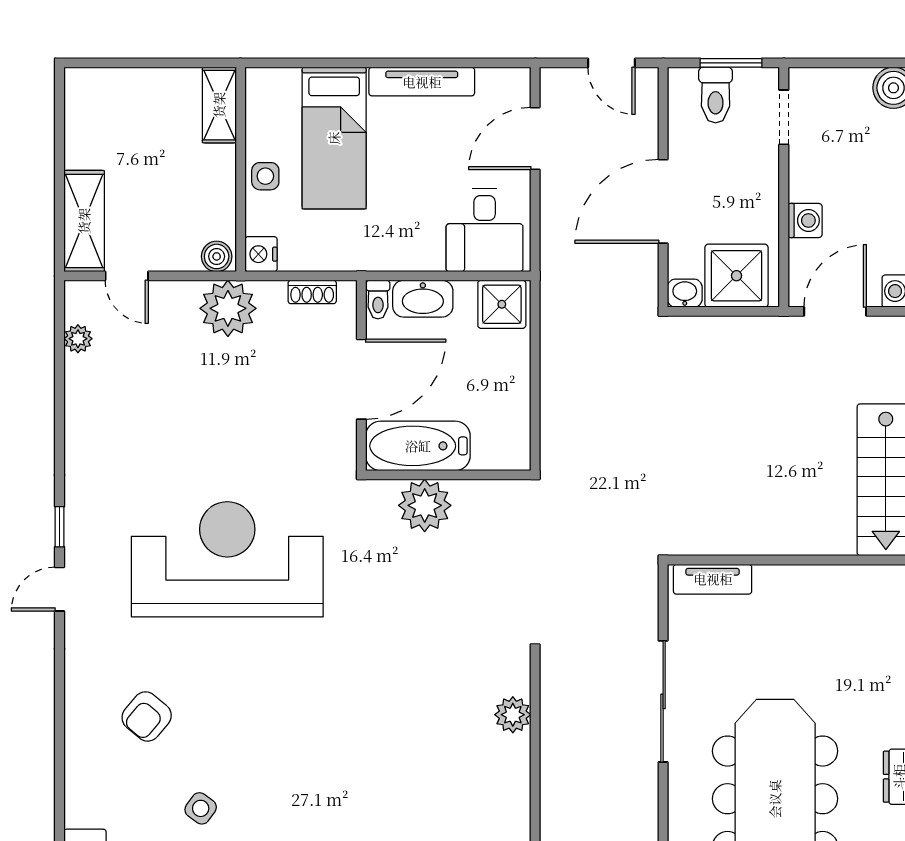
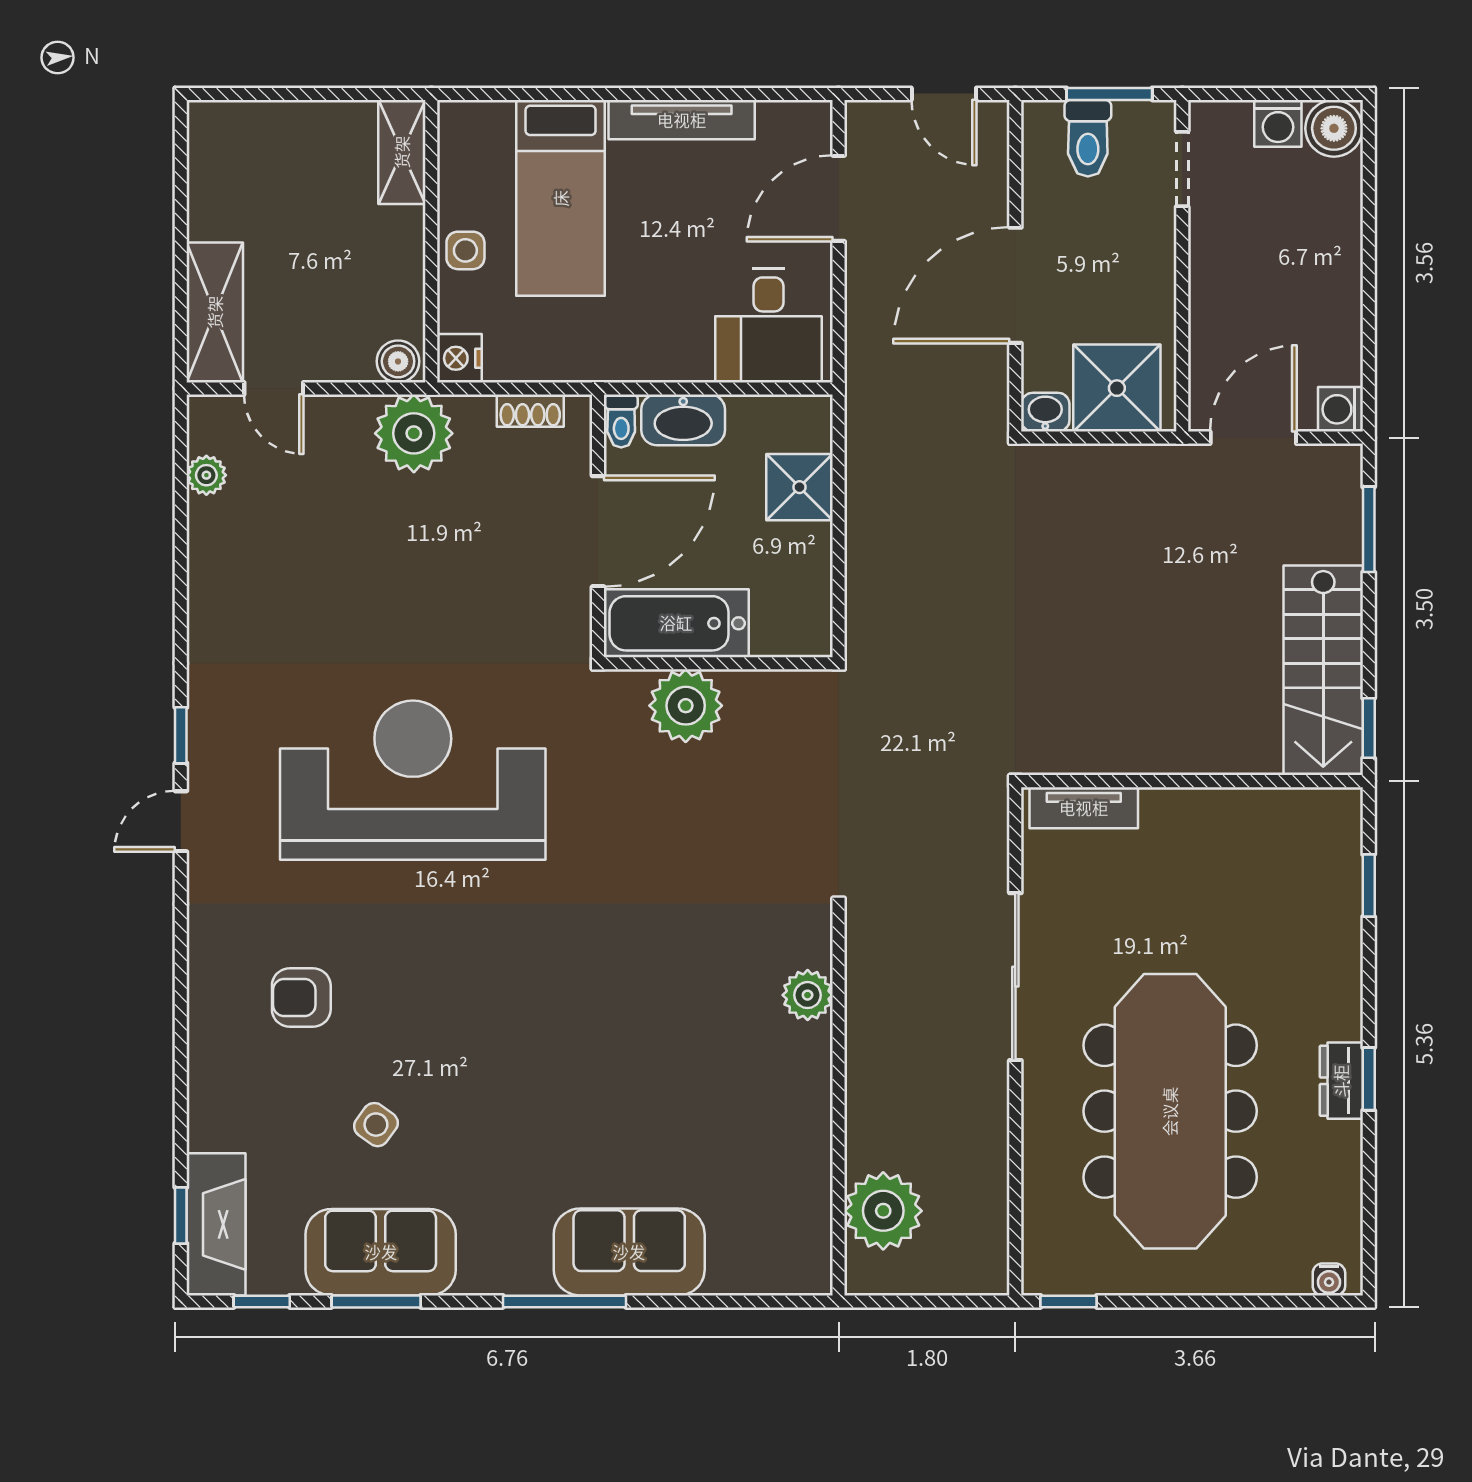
washing machine: (805, 220) -> (1278, 123), moved, turned 90
shower: (502, 304) -> (799, 487), moved
armchair: (147, 716) -> (301, 997), turned 50

